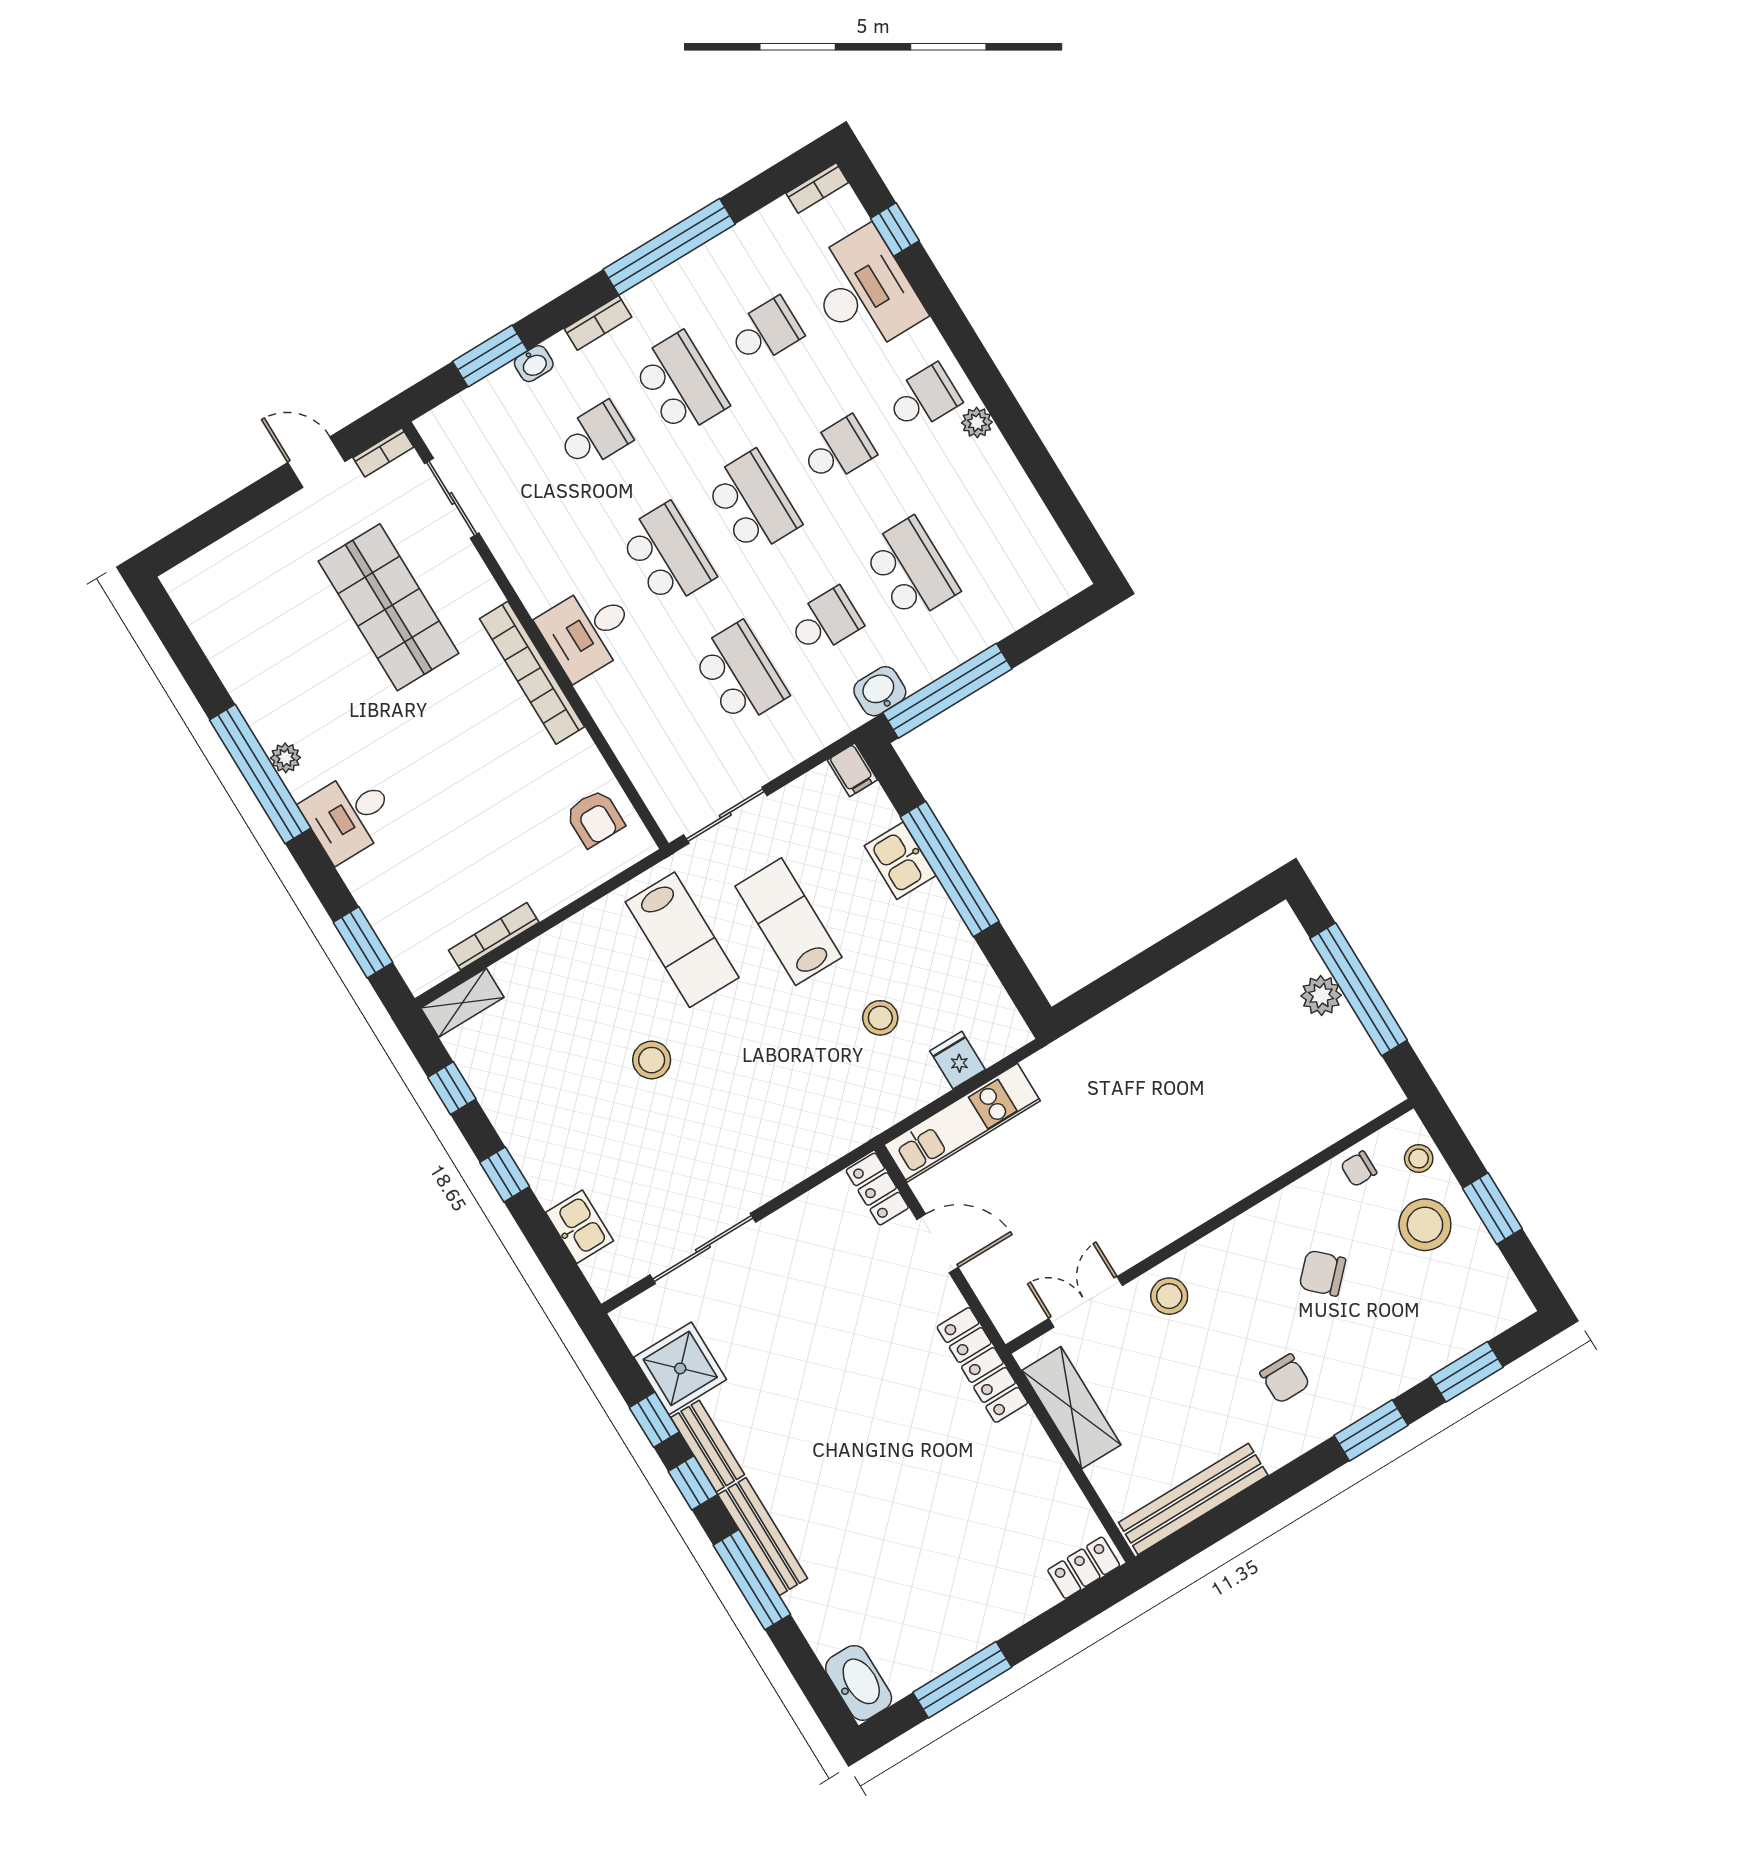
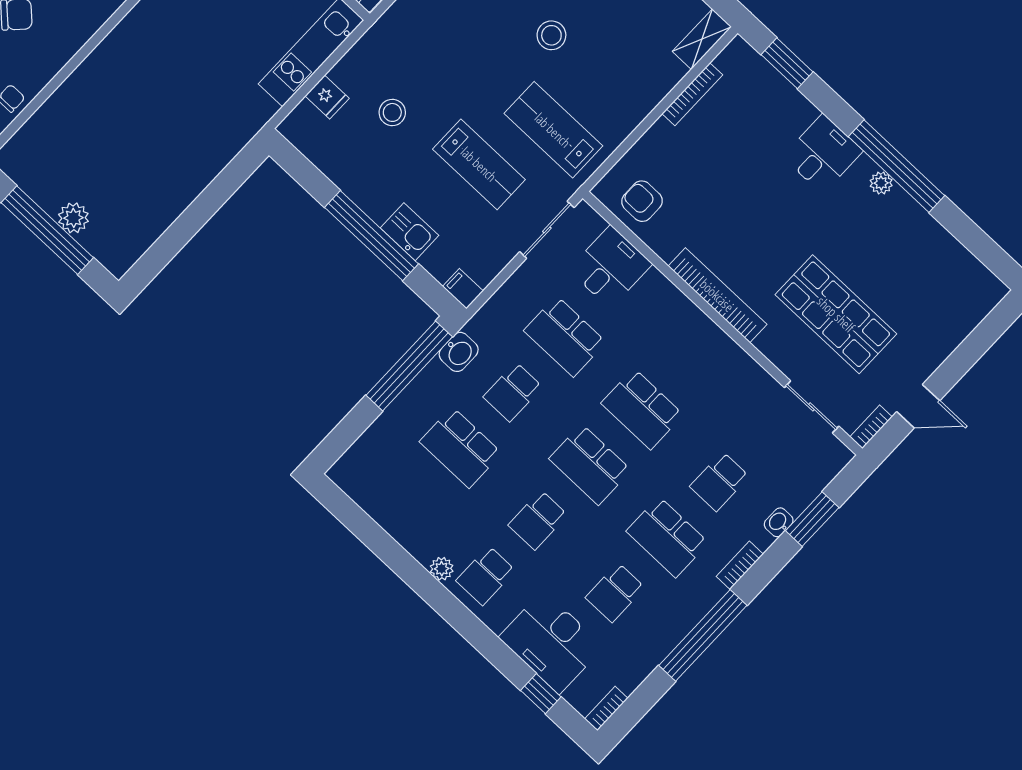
desk: (588, 631) -> (610, 267), moved

